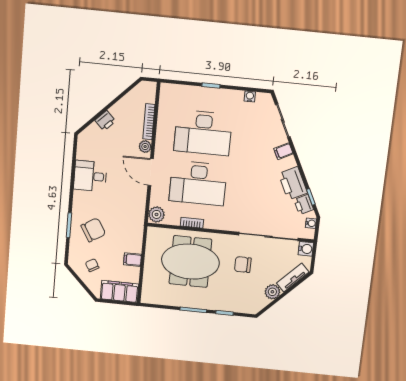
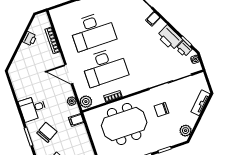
printer: (105, 121) -> (30, 39), moved
plant: (145, 147) -> (72, 101), moved
desk: (90, 176) -> (33, 108), moved
water cooler: (306, 249) -> (200, 79), removed
filing cabinet: (133, 260) -> (76, 120), moved
plant: (272, 292) -> (186, 131), moved

